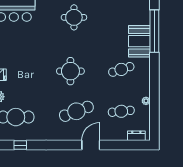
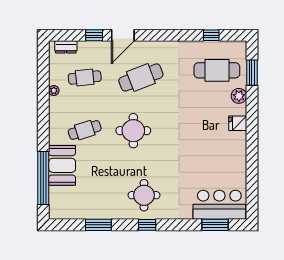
round table: (70, 71) -> (133, 131), moved
window: (114, 145) -> (94, 35), added

